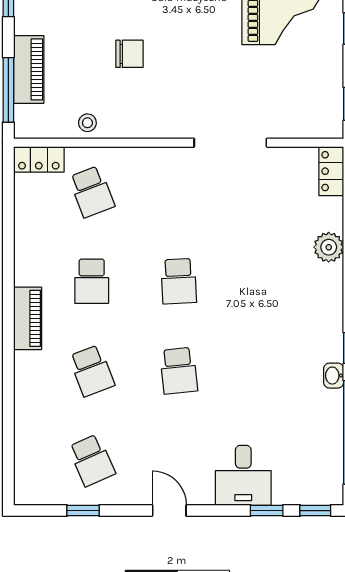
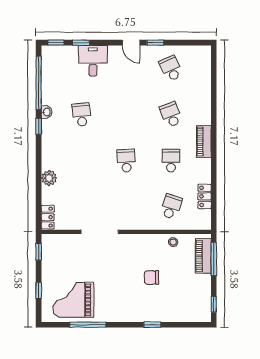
piano: (29, 69) -> (203, 256), moved
locker: (39, 159) -> (205, 196), moved, turned -90
school desk: (92, 192) -> (171, 207), turned 39
school desk: (179, 371) -> (81, 115), moved
window: (83, 511) -> (155, 43), moved

